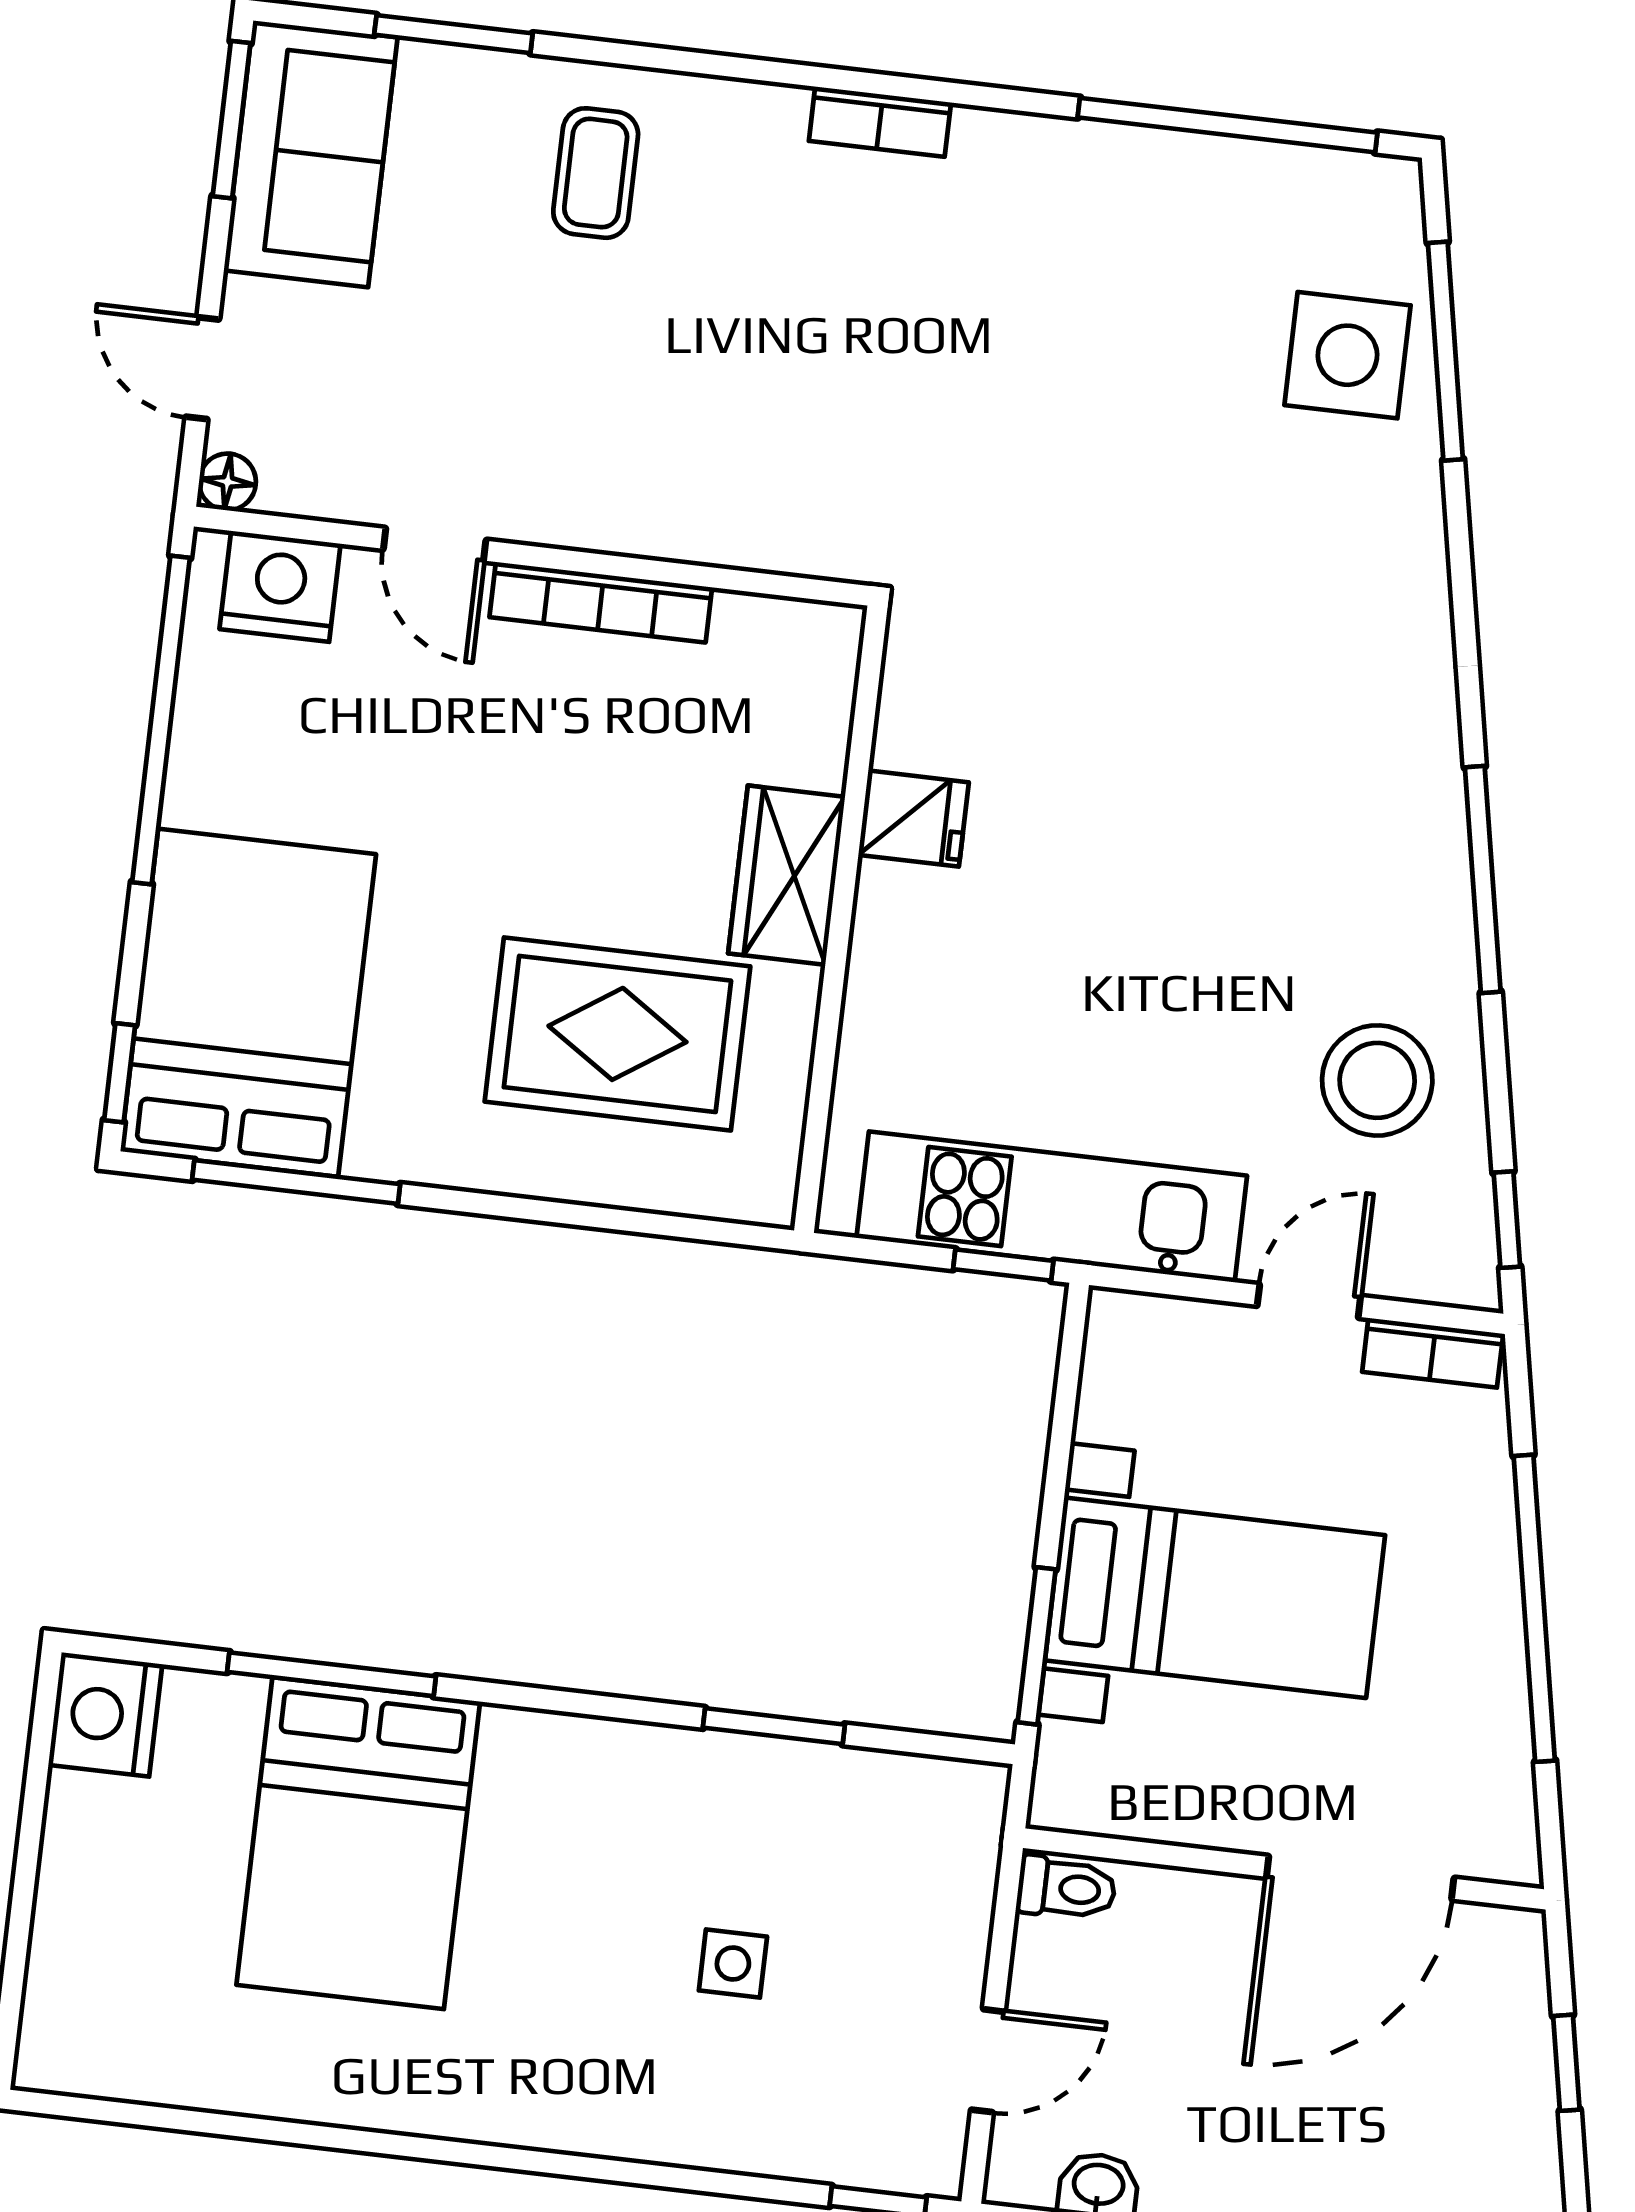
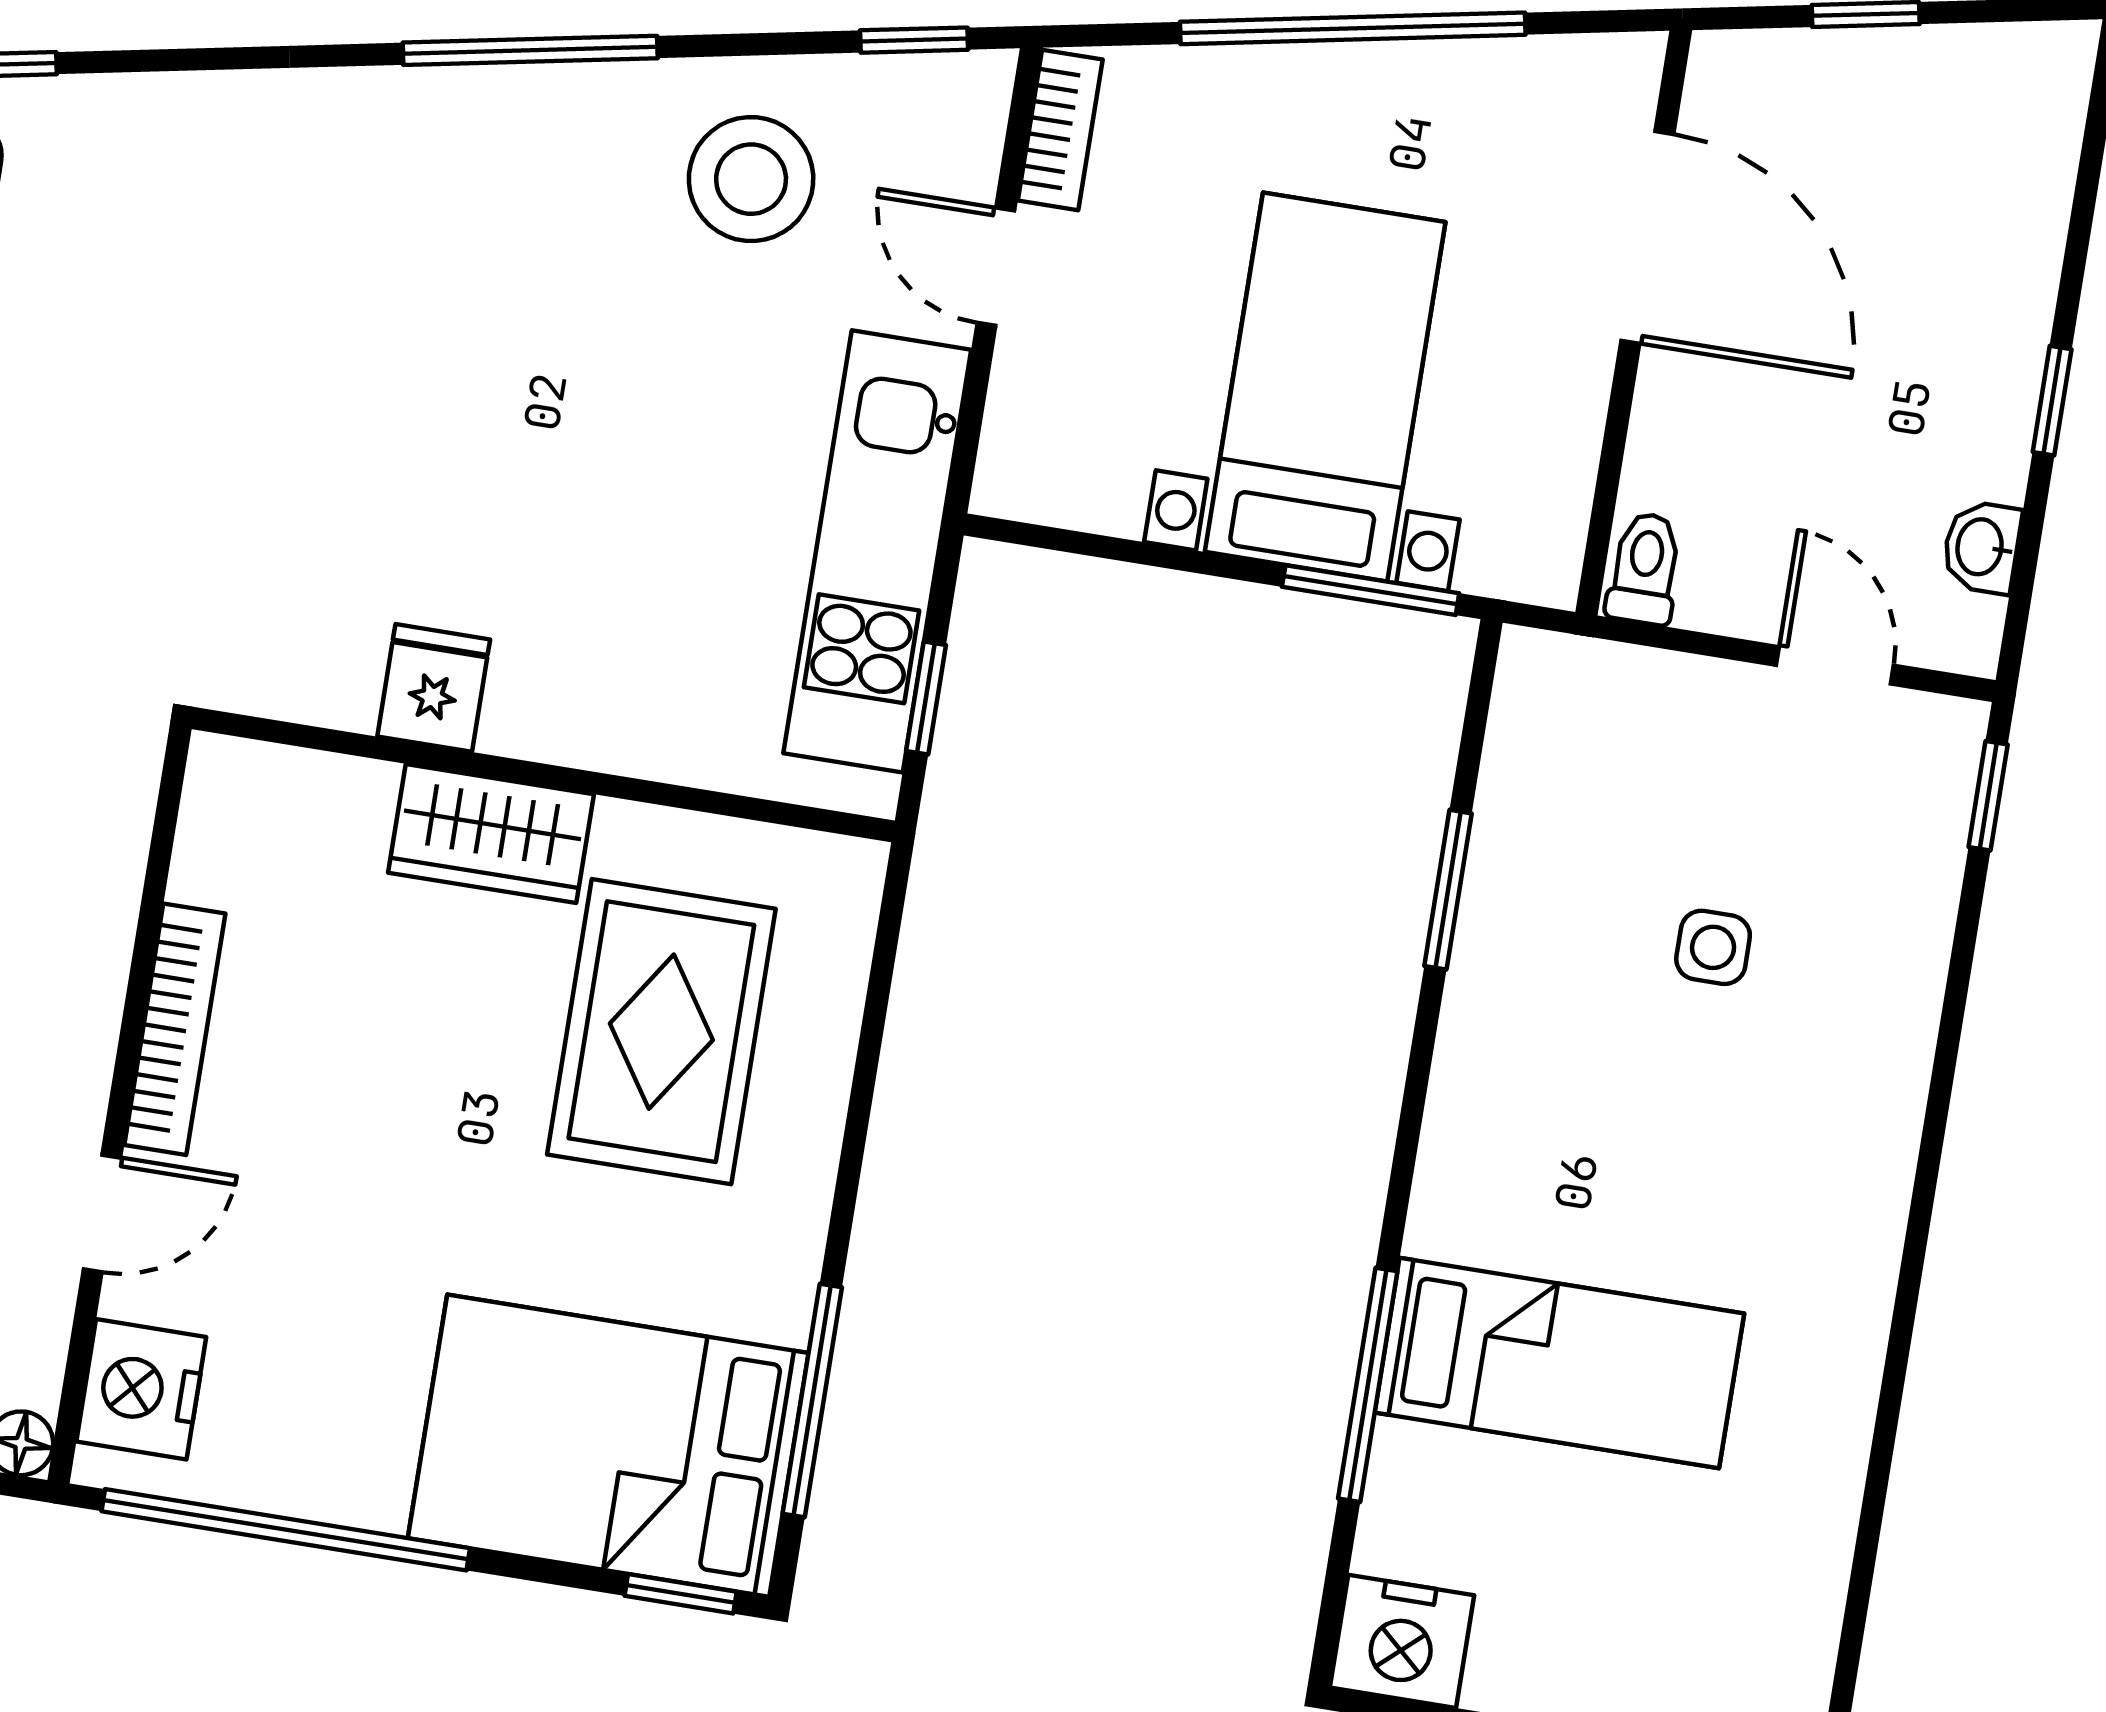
window: (1003, 1265) -> (926, 698), moved
bed: (358, 1843) -> (1559, 1363), width x0.67

